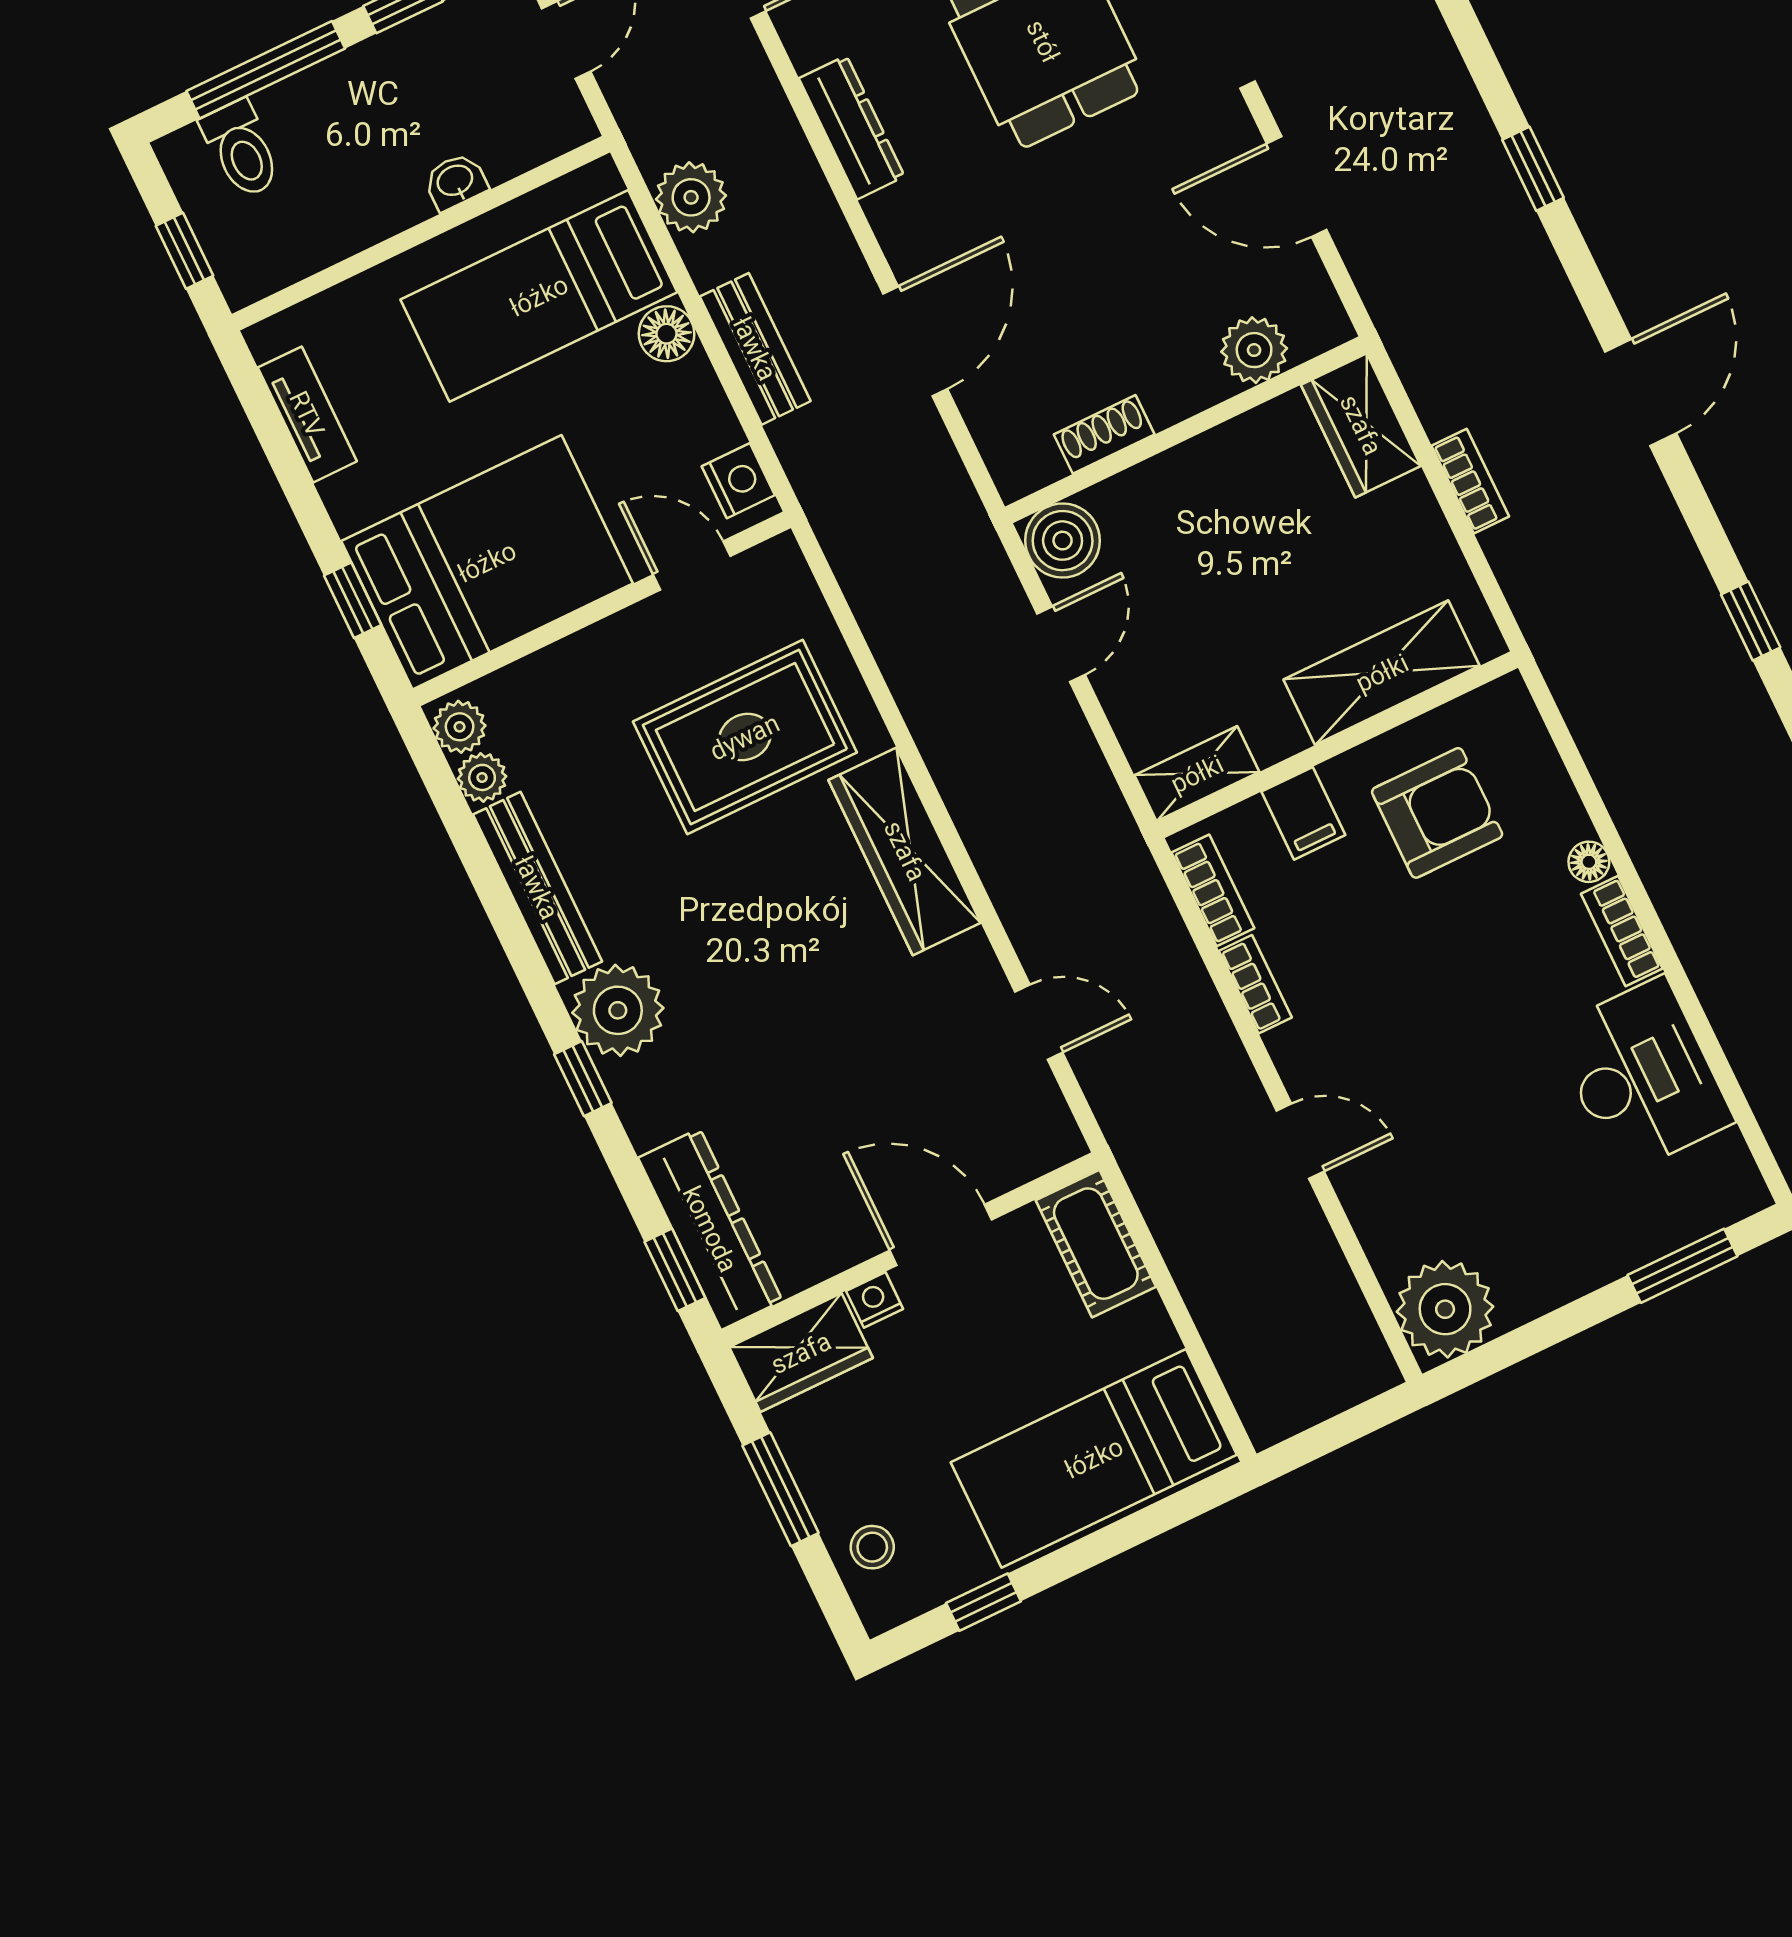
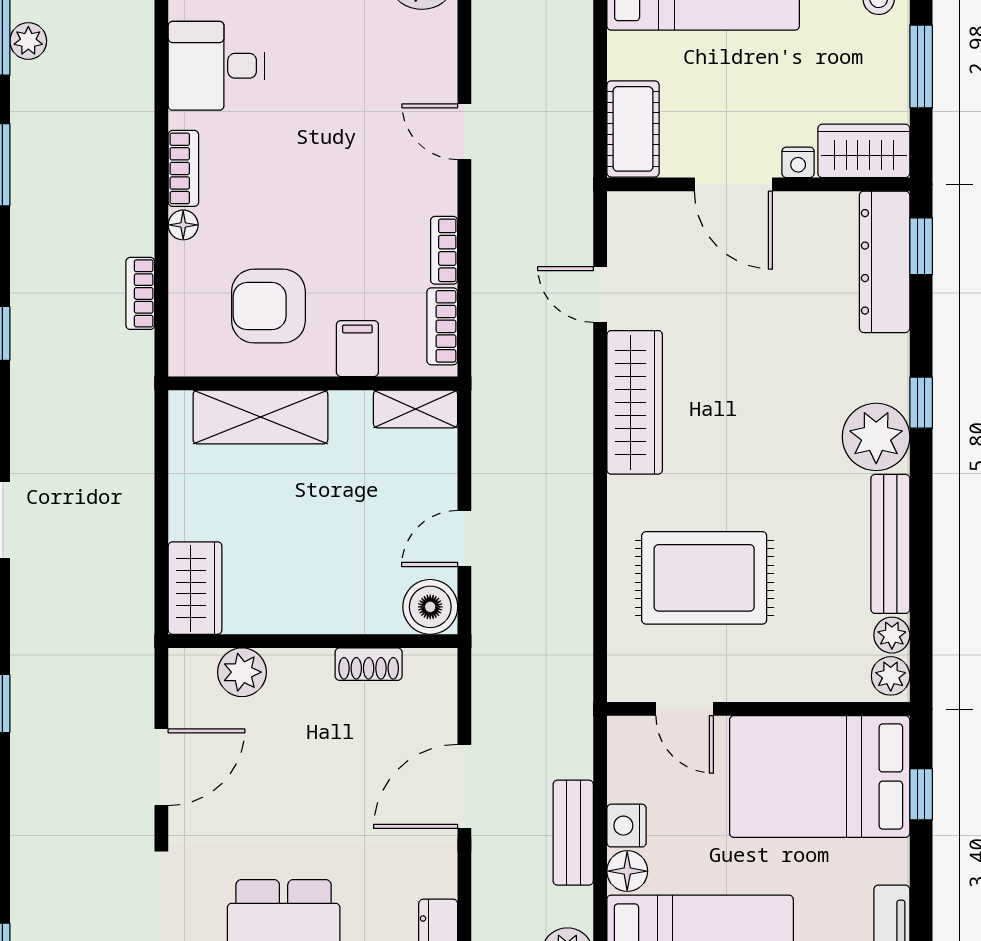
door: (1297, 187) -> (161, 767), hinge flipped
nightstand: (738, 481) -> (627, 826), moved
bookcase: (1470, 481) -> (140, 293), moved
wardrobe: (905, 851) -> (635, 402), moved
desk: (1642, 1076) -> (216, 66), width x0.73

